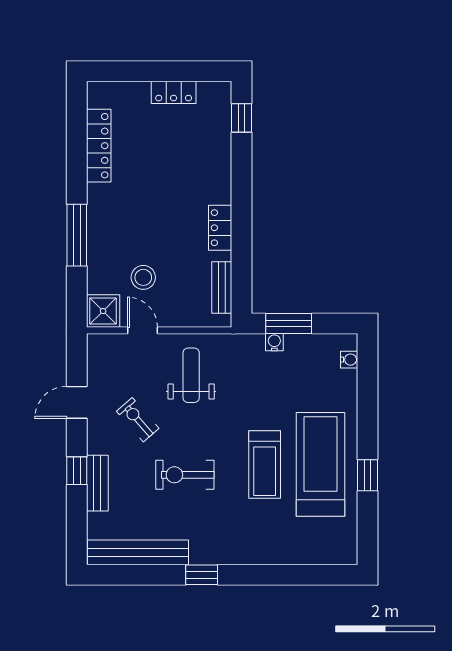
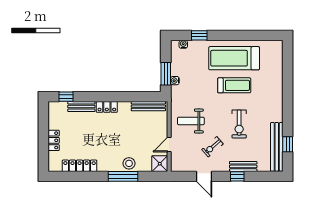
locker: (174, 92) -> (54, 140), moved
bench: (221, 149) -> (81, 107), added
locker: (220, 228) -> (107, 107), moved
stool: (143, 277) -> (129, 163), moved
bench: (222, 288) -> (148, 106), width x1.36
window: (368, 475) -> (199, 35), moved
window: (202, 575) -> (288, 144), moved

